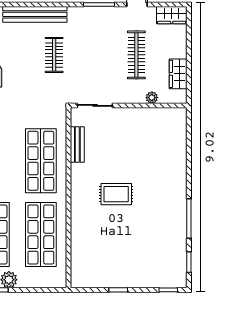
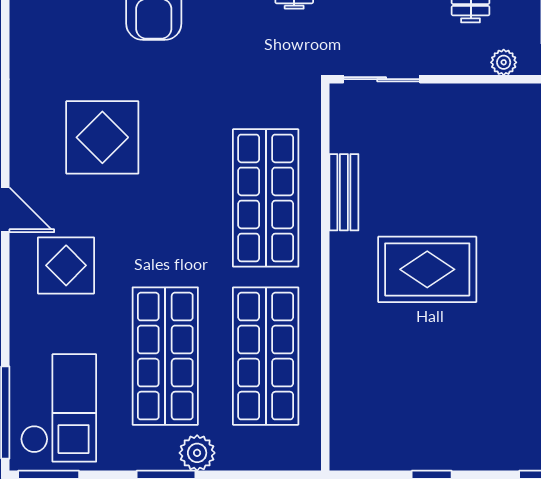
bench: (77, 145) -> (344, 192), moved
rug: (116, 194) -> (427, 269), width x1.36, depth x1.43

